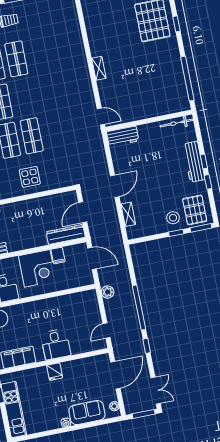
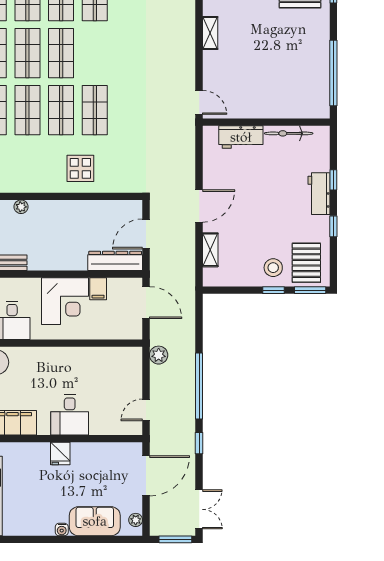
bicycle: (177, 123) -> (289, 133), moved
workbench: (123, 136) -> (241, 137), moved
workbench: (194, 162) -> (319, 194), width x0.73
window: (204, 162) -> (333, 180), moved

